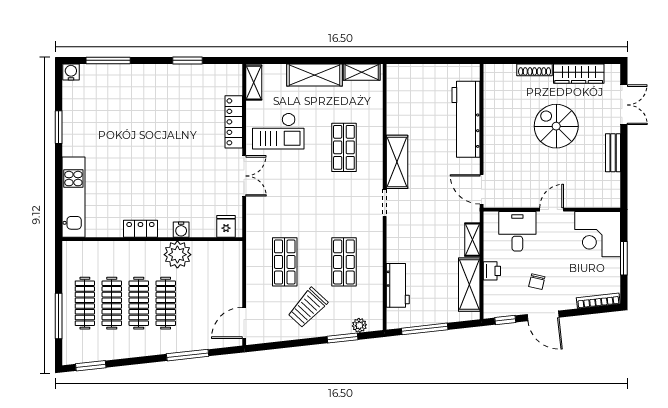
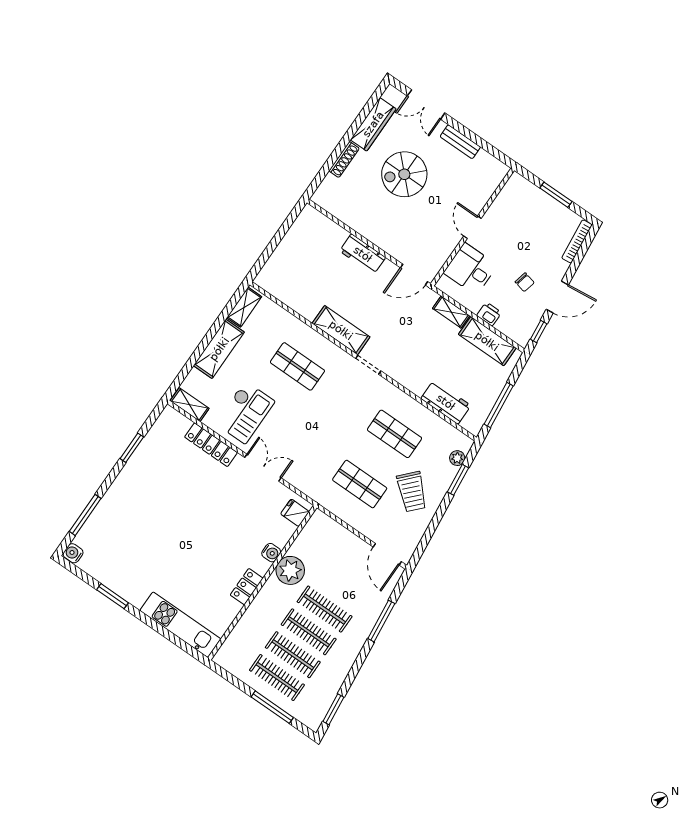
double door: (624, 105) -> (426, 104), swing flipped
workbench: (466, 119) -> (363, 254), width x0.53, depth x0.76
corner desk: (598, 234) -> (520, 203), removed

